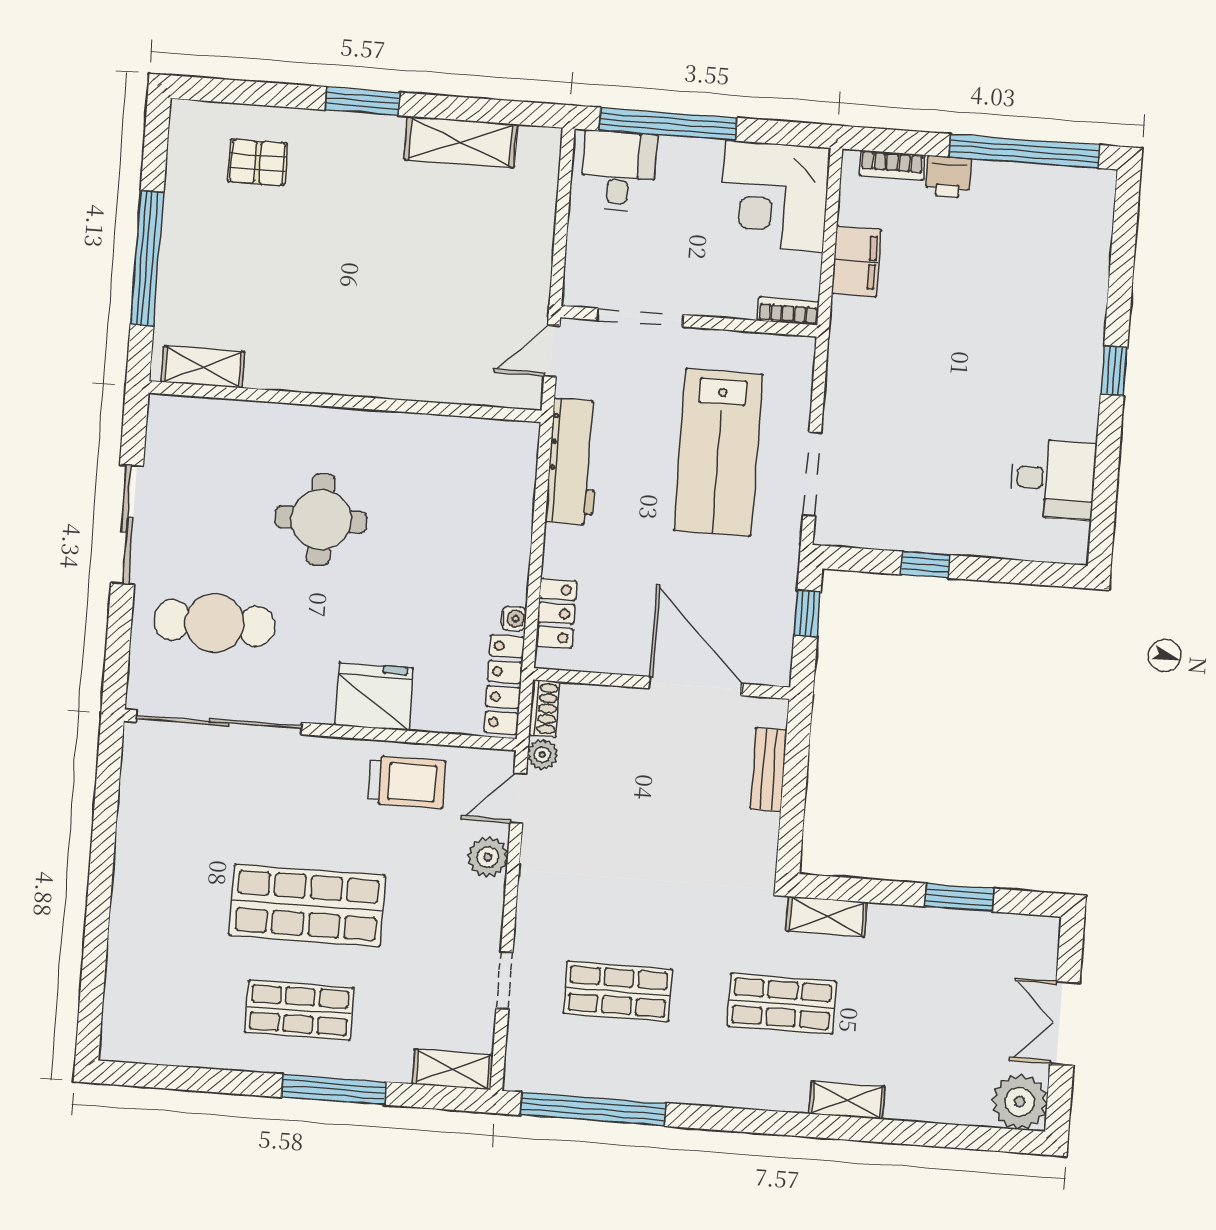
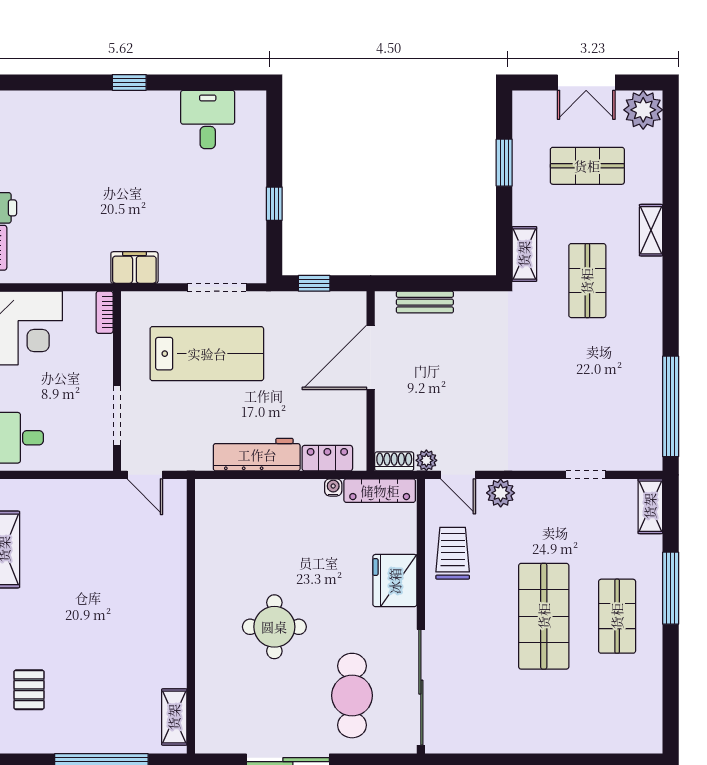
filing cabinet: (856, 261) -> (134, 267), moved
workbench: (573, 461) -> (257, 455), moved
shop shelf: (618, 991) -> (587, 166), moved, turned 90

